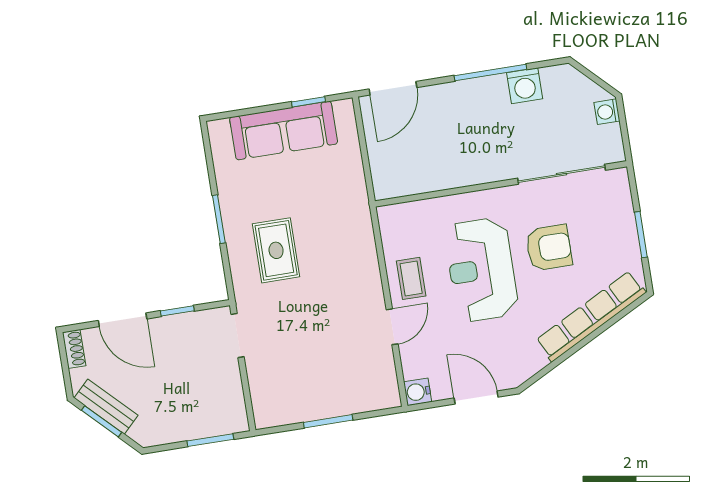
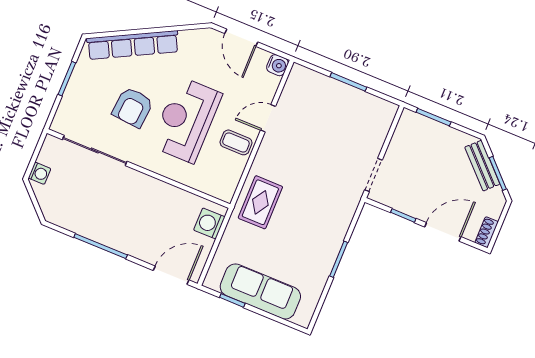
washing machine: (525, 86) -> (209, 224), moved, turned -90
armchair: (549, 248) -> (133, 107), turned -85
rug: (276, 250) -> (260, 202), moved
reception desk: (481, 270) -> (186, 120), turned 180
coffee table: (411, 278) -> (236, 142), turned 90
door: (123, 320) -> (443, 232), hinge flipped
bench: (106, 407) -> (482, 166), moved

